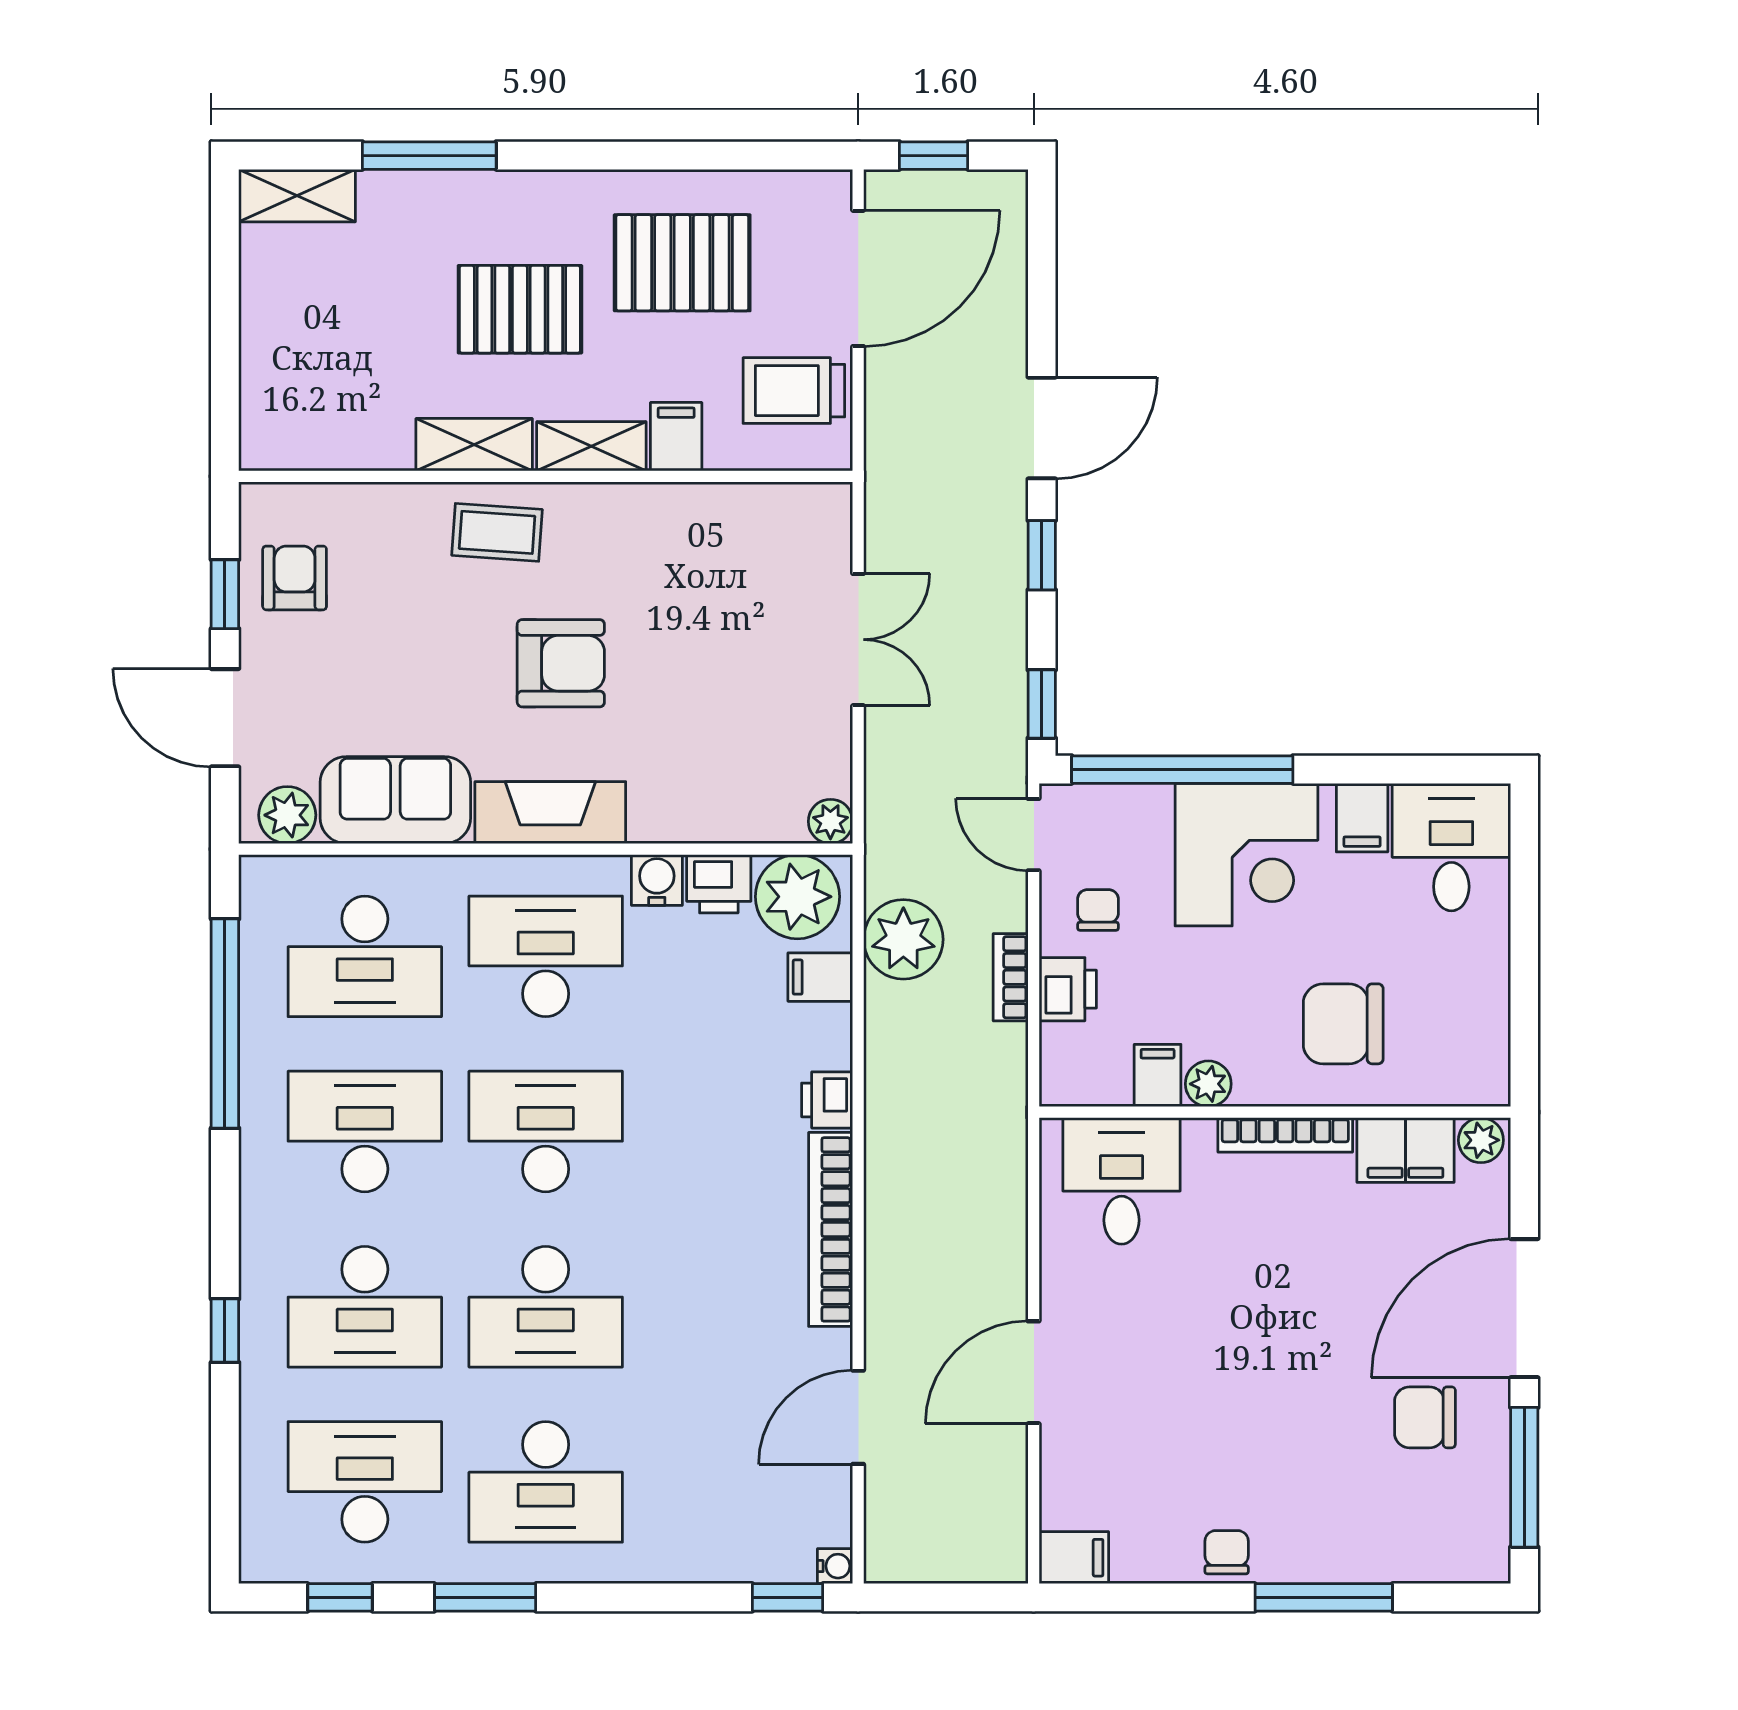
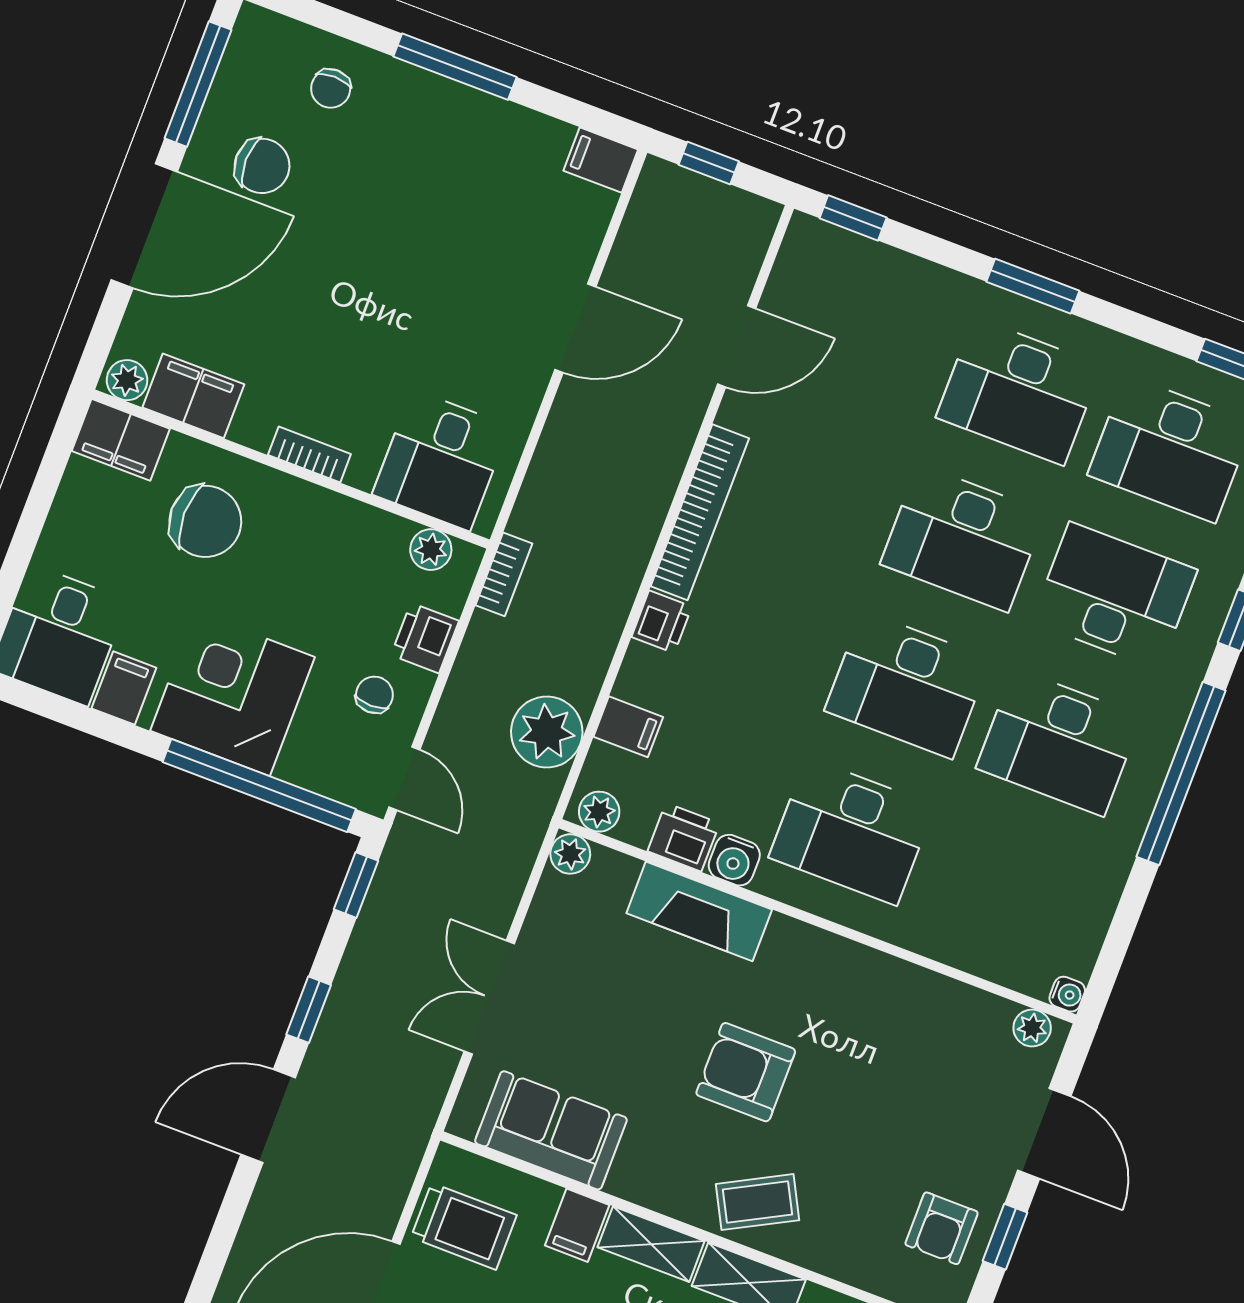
coffee table: (497, 532) -> (758, 1202), turned -32
sofa: (395, 800) -> (551, 1130), moved, turned 180
fireplace: (550, 813) -> (699, 911), moved
plant: (287, 815) -> (1032, 1028), width x0.73, depth x0.73
plant: (797, 897) -> (599, 812), width x0.53, depth x0.53
chair: (1098, 910) -> (374, 695), turned 180
desk: (365, 956) -> (1003, 889), removed
bookcase: (1011, 977) -> (504, 574), moved
window: (225, 1024) -> (1181, 774), moved
filing cabinet: (1158, 1076) -> (121, 440), moved, width x2.00
plant: (1208, 1084) -> (431, 550), moved
bookcase: (1285, 1135) -> (309, 454), width x0.64
desk: (546, 1307) -> (963, 538), turned 180
desk: (546, 1482) -> (1019, 392), turned 180
chair: (1227, 1552) -> (331, 88), moved
water cooler: (835, 1566) -> (1067, 994), moved, turned 180
window: (485, 1597) -> (1033, 286), moved
window: (960, 1597) -> (709, 163), added
window: (1324, 1597) -> (455, 67), moved

